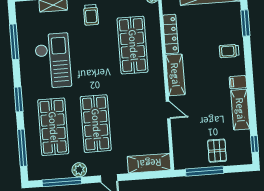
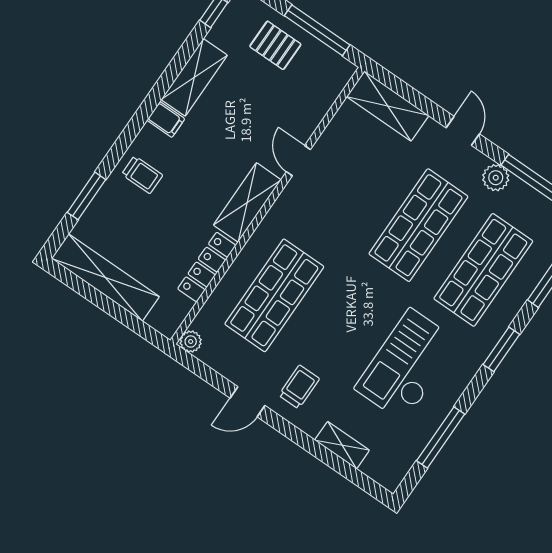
pallet: (217, 151) -> (275, 45), turned 90

